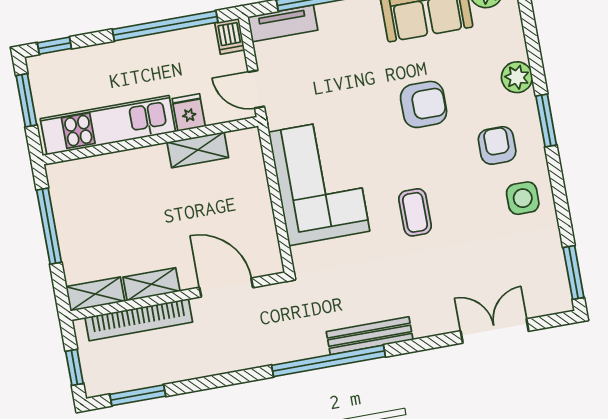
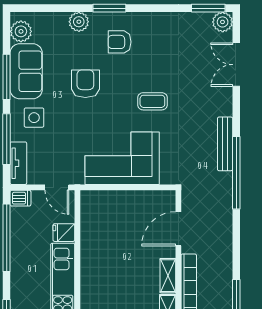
door: (256, 89) -> (57, 187), hinge flipped
shelving: (198, 150) -> (88, 231), removed
side table: (523, 198) -> (34, 118), moved
plant: (556, 298) -> (223, 22), added

